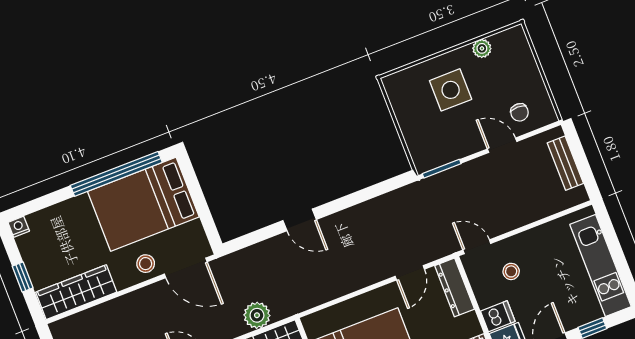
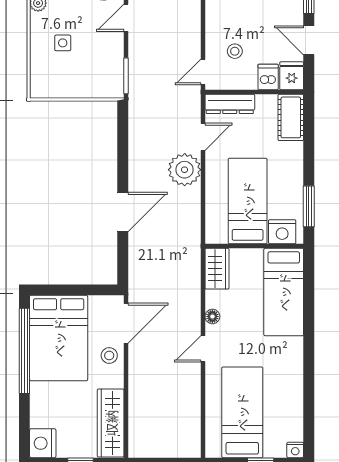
side table: (451, 90) -> (63, 43), width x0.54, depth x0.54
door: (300, 220) -> (123, 212), width x1.38
nightstand: (19, 227) -> (43, 443), width x1.89, depth x1.79
door: (410, 273) -> (203, 137), hinge flipped
plant: (257, 315) -> (185, 170), moved, width x1.36, depth x1.36

